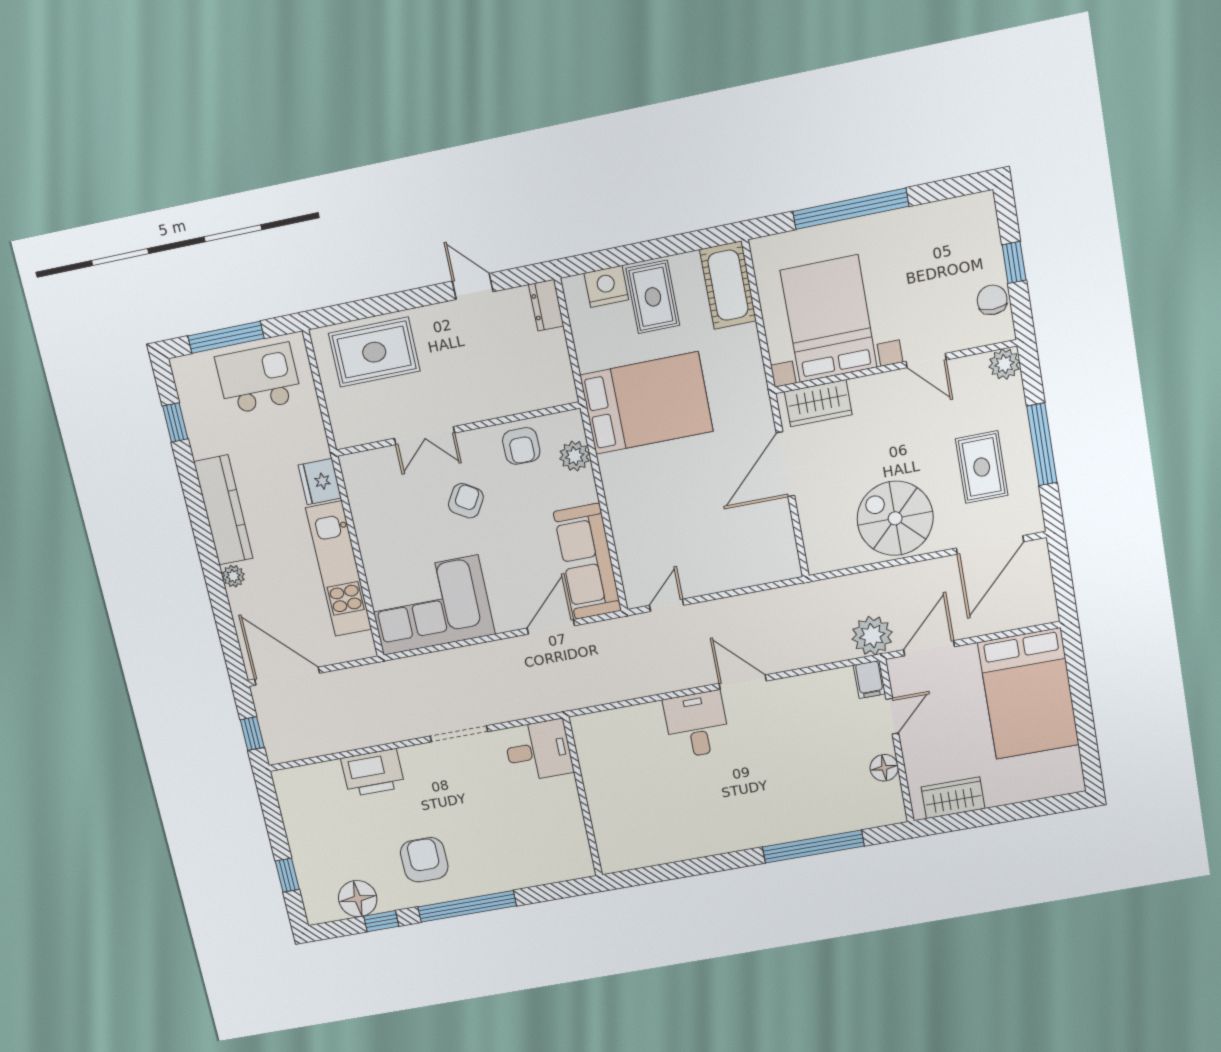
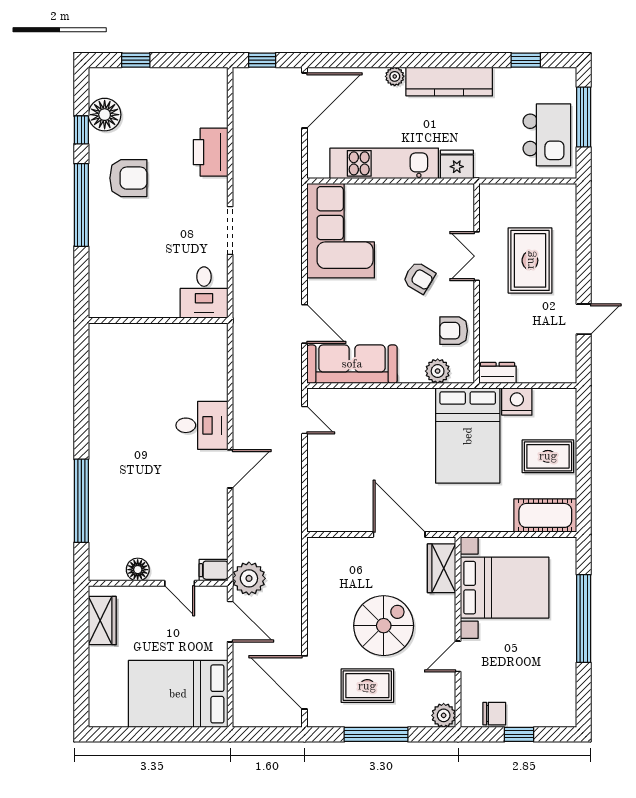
nightstand: (606, 286) -> (517, 402), moved, turned -90
dresser: (546, 305) -> (498, 373), moved
rug: (374, 352) -> (530, 260), moved
spiral stairs: (895, 518) -> (384, 626), moved

